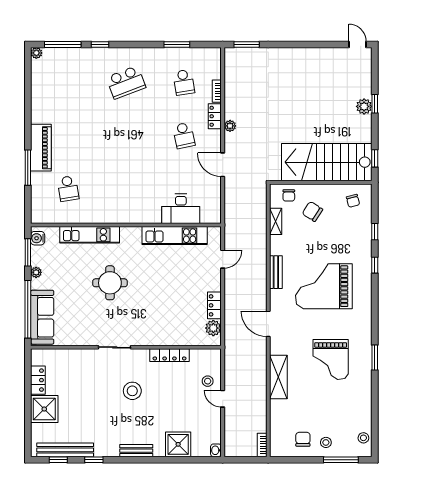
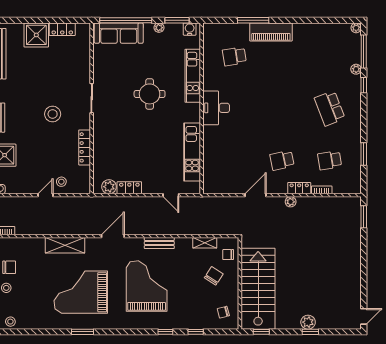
plant: (82, 53) -> (356, 69), added
desk: (181, 209) -> (216, 108), moved
grand piano: (331, 359) -> (81, 292), width x1.37, depth x1.48

